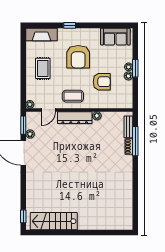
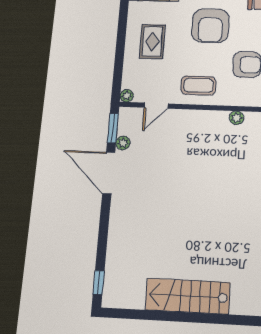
dresser: (75, 118) -> (199, 119), removed
stairs: (54, 221) -> (188, 296), moved

